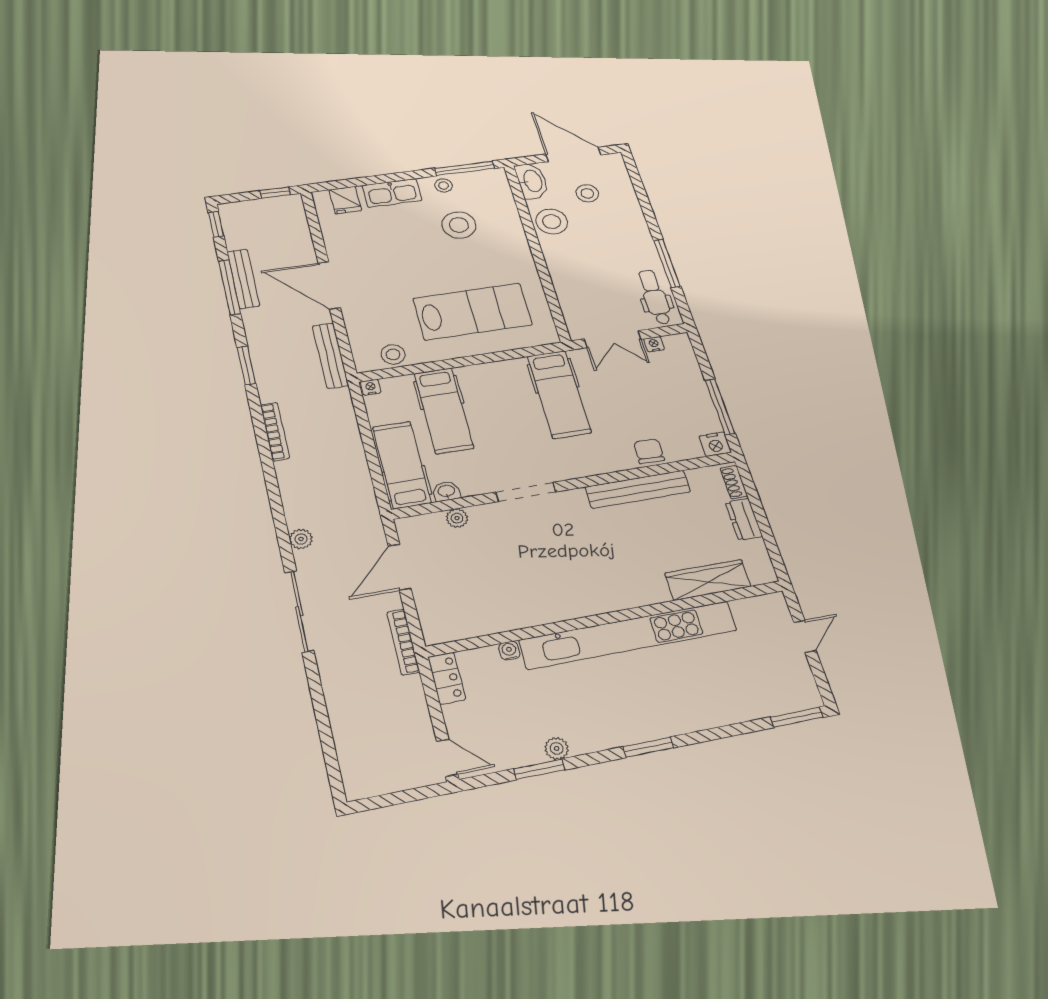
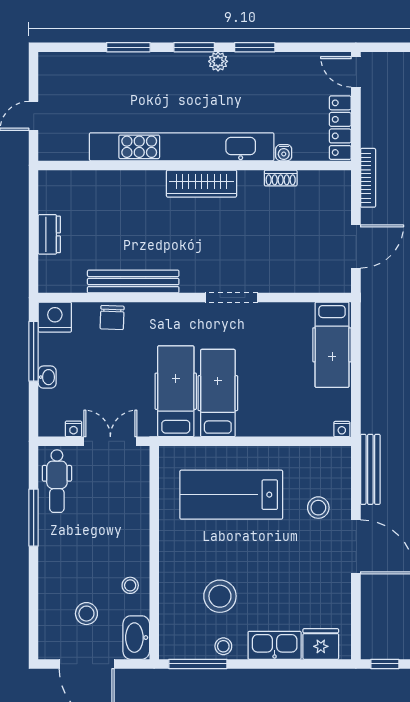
fridge: (345, 200) -> (321, 644), width x1.38
stool: (552, 222) -> (130, 585), width x0.53, depth x0.53
stool: (393, 354) -> (318, 508), moved
hospital bed: (444, 410) -> (218, 393), moved
nightstand: (715, 444) -> (55, 317), width x1.36, depth x1.33
shoe rack: (734, 482) -> (281, 178), moved, turned 90
washbasin: (446, 491) -> (47, 377), moved, turned -90
plant: (457, 518) -> (297, 283), removed
wardrobe: (708, 580) -> (202, 184), moved
locker: (447, 678) -> (340, 128), width x1.53
window: (797, 717) -> (128, 47), moved
plant: (557, 748) -> (218, 61), moved
window: (539, 769) -> (255, 47), moved

